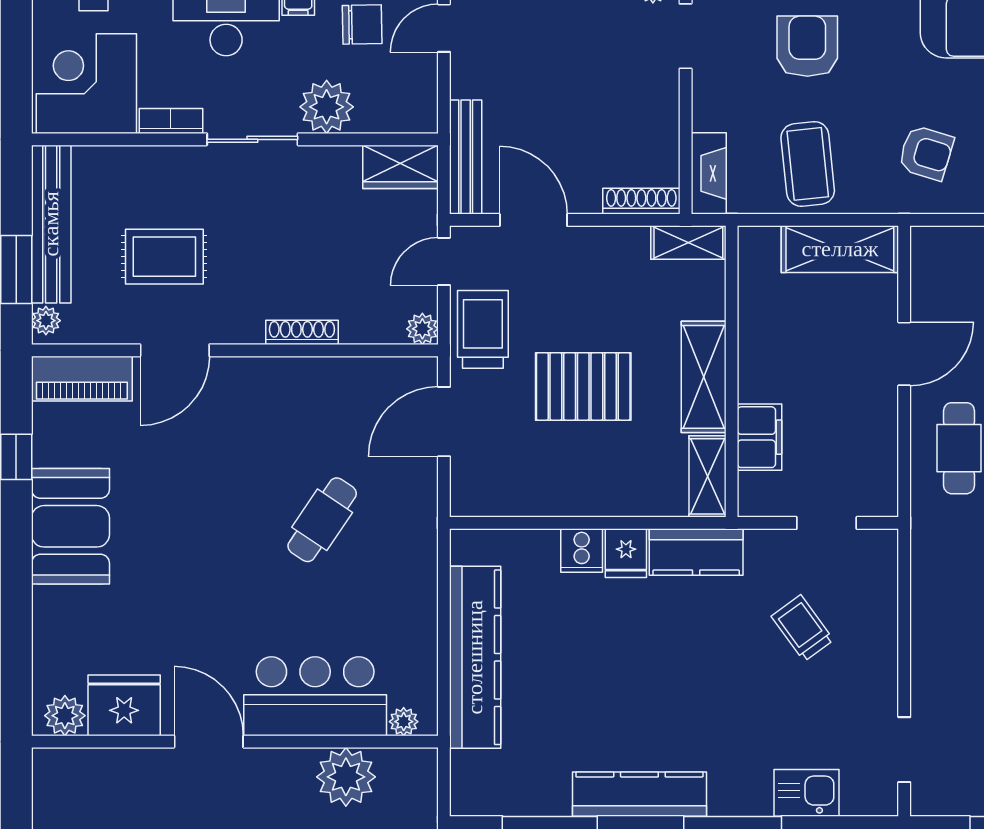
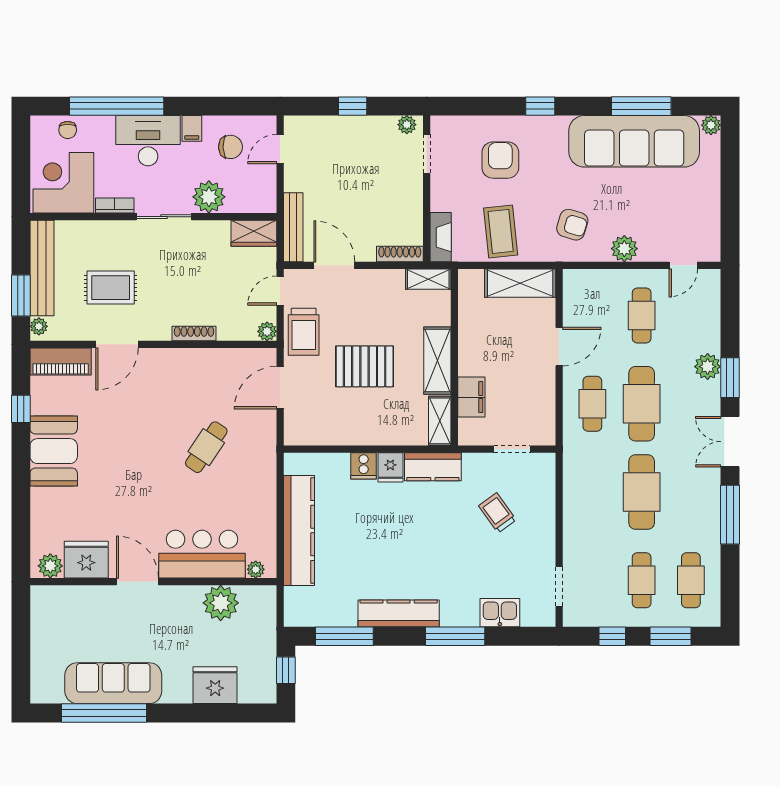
trolley: (483, 329) -> (304, 332), turned 180

